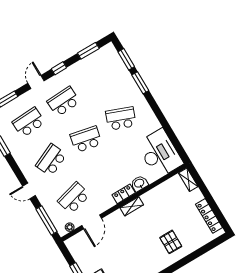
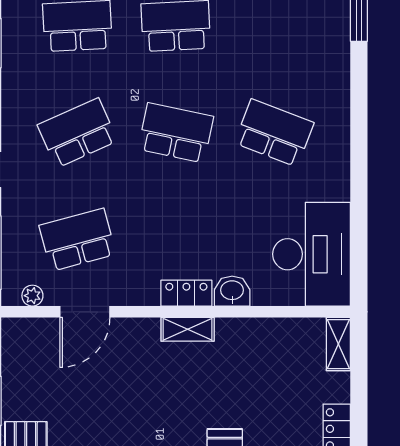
window: (140, 83) -> (359, 82), removed

